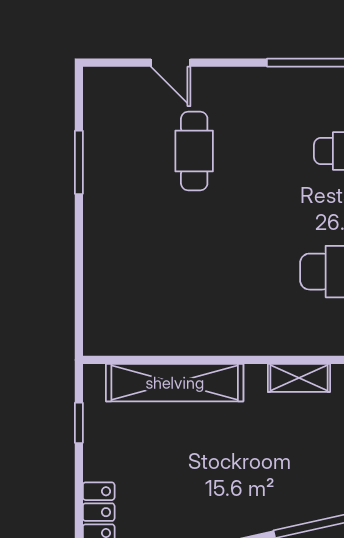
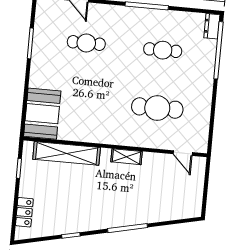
cafe table: (194, 151) -> (86, 43), turned 90
booth: (117, 305) -> (42, 114), added

